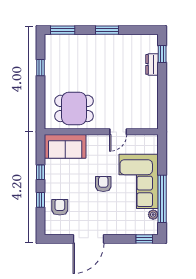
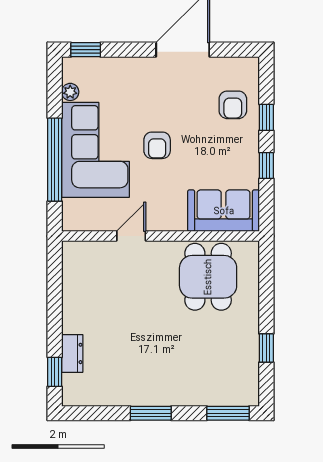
dining table: (74, 108) -> (208, 277), turned 90
window: (162, 199) -> (55, 160), moved

